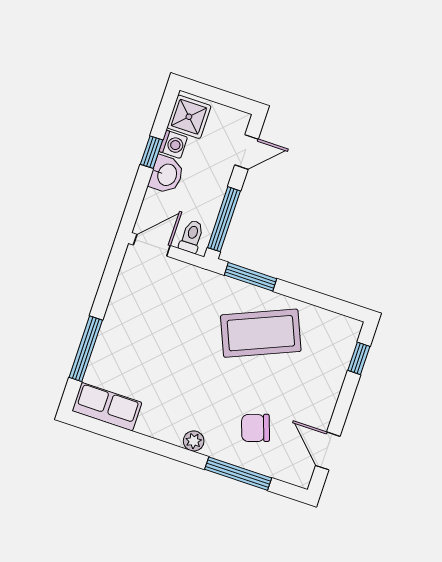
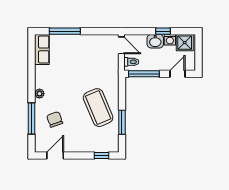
door: (246, 152) -> (177, 74), swing flipped
window: (250, 277) -> (122, 122), moved

